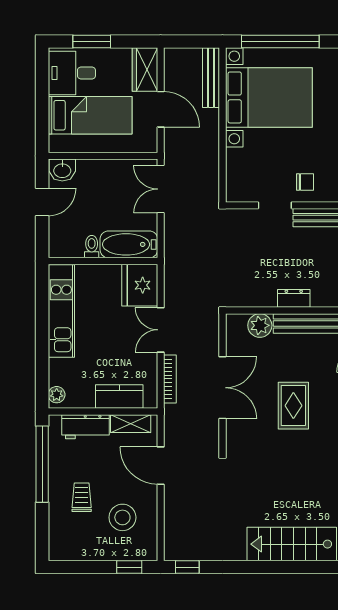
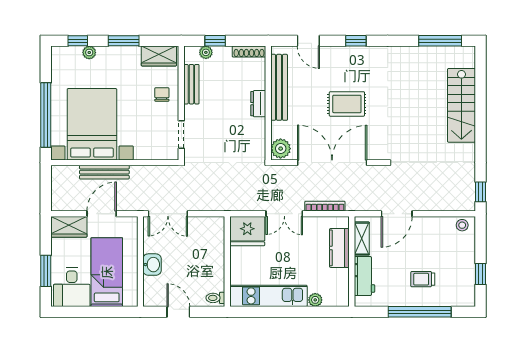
bench: (211, 78) -> (104, 172), moved
washbasin: (62, 170) -> (152, 265), moved
doorway: (275, 205) -> (181, 134), moved
bathtub: (129, 244) -> (214, 240), removed
toilet: (92, 247) -> (215, 298), moved
plant: (260, 325) -> (281, 149), moved
double door: (222, 388) -> (332, 163), width x1.36
plant: (57, 395) -> (315, 300), moved
window: (42, 464) -> (420, 312), moved
stool: (122, 517) -> (462, 225), moved, width x0.53, depth x0.53
window: (129, 567) -> (481, 274), moved

